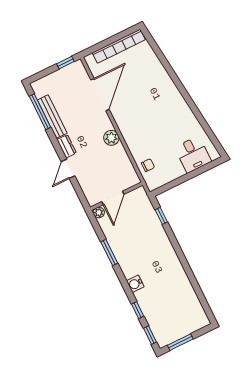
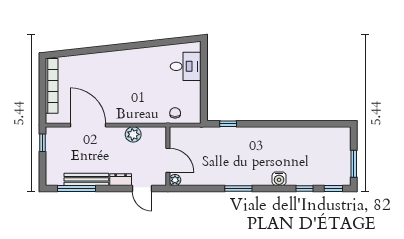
wall: (117, 196) -> (168, 156), moved
door: (113, 198) -> (168, 160), moved
plant: (99, 213) -> (175, 180), moved

